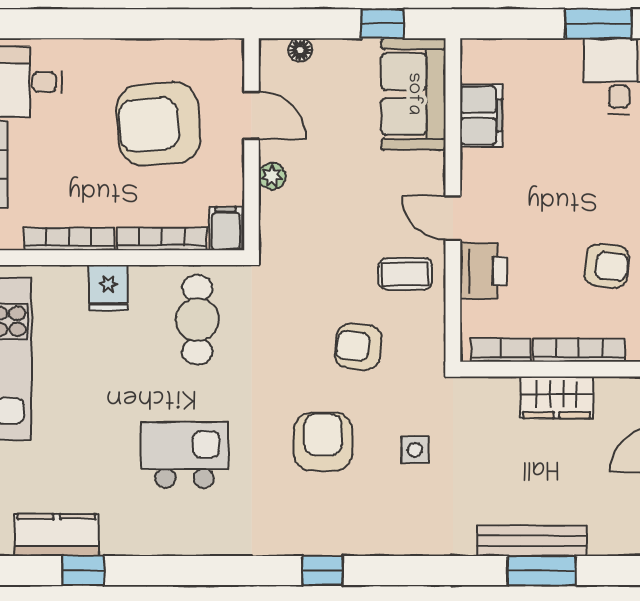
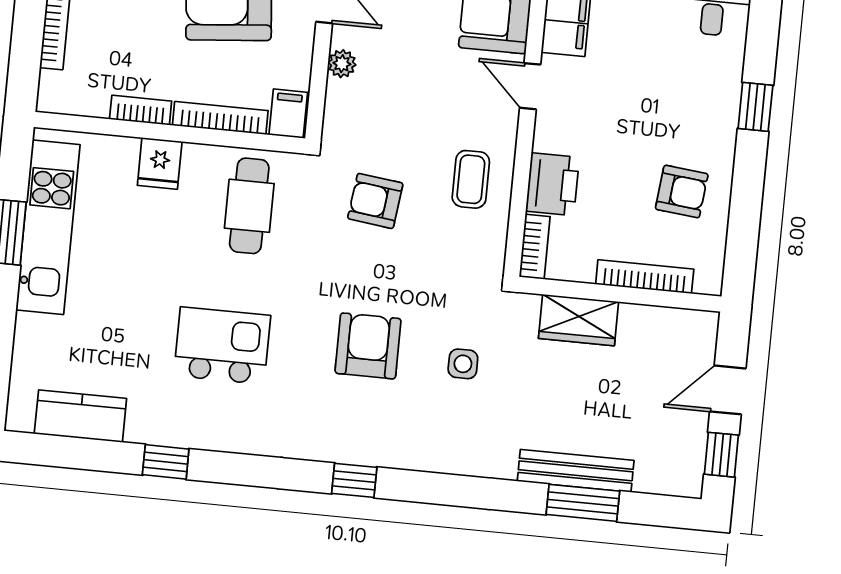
door: (453, 218) -> (530, 86), moved
bookcase: (69, 239) -> (141, 110), width x0.64
coffee table: (405, 274) -> (471, 179), turned 90
armchair: (358, 347) -> (375, 201), moved
bookcase: (501, 350) -> (535, 247), moved, turned 90
wardrobe: (557, 397) -> (579, 320), moved
window: (83, 571) -> (166, 462), moved

